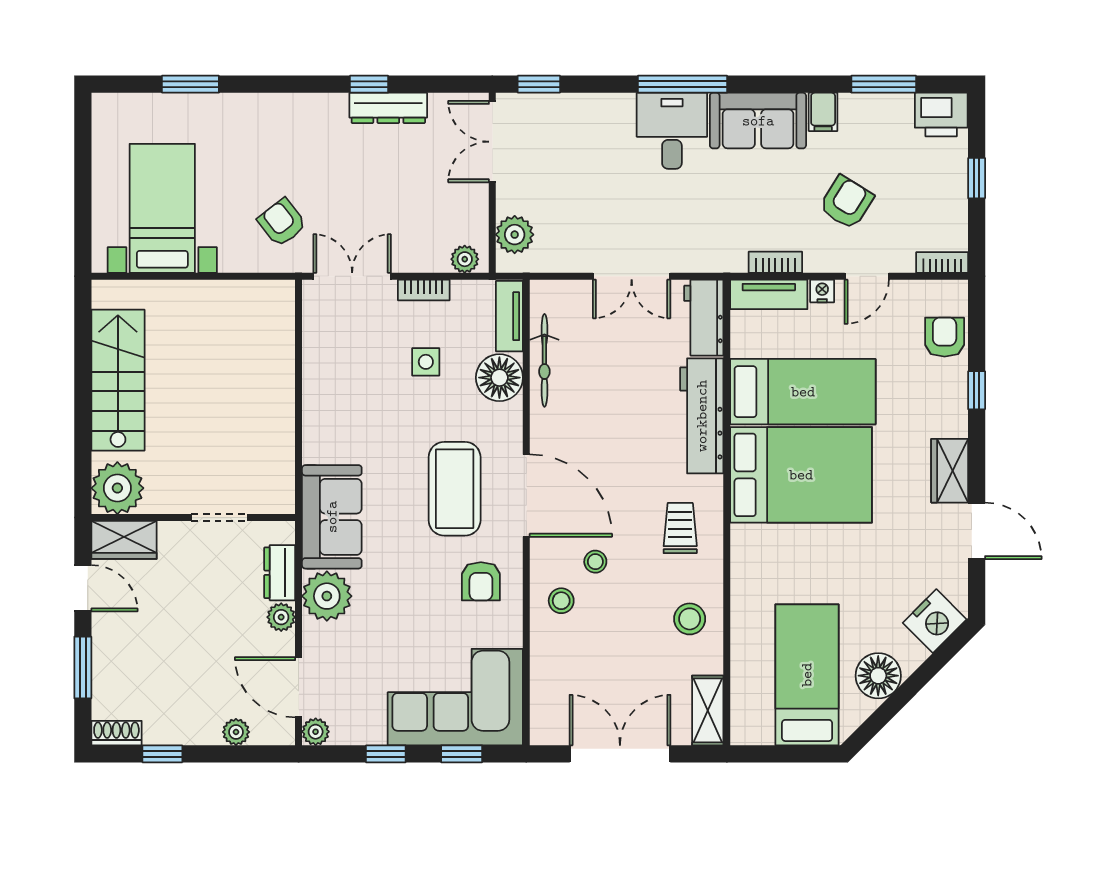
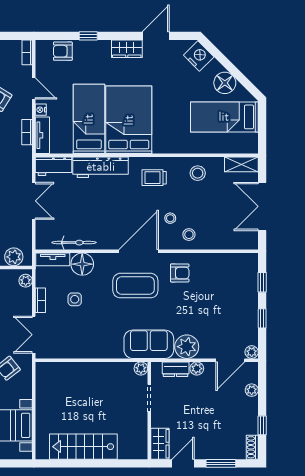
plant: (117, 488) -> (141, 368), moved, width x0.53, depth x0.53
corner sofa: (455, 697) -> (235, 285), removed

